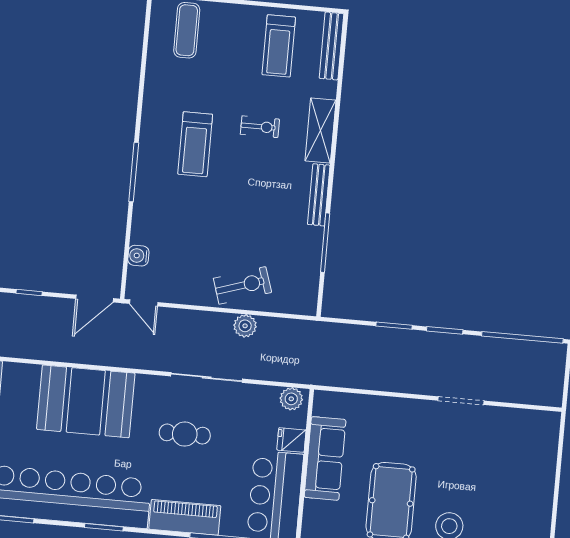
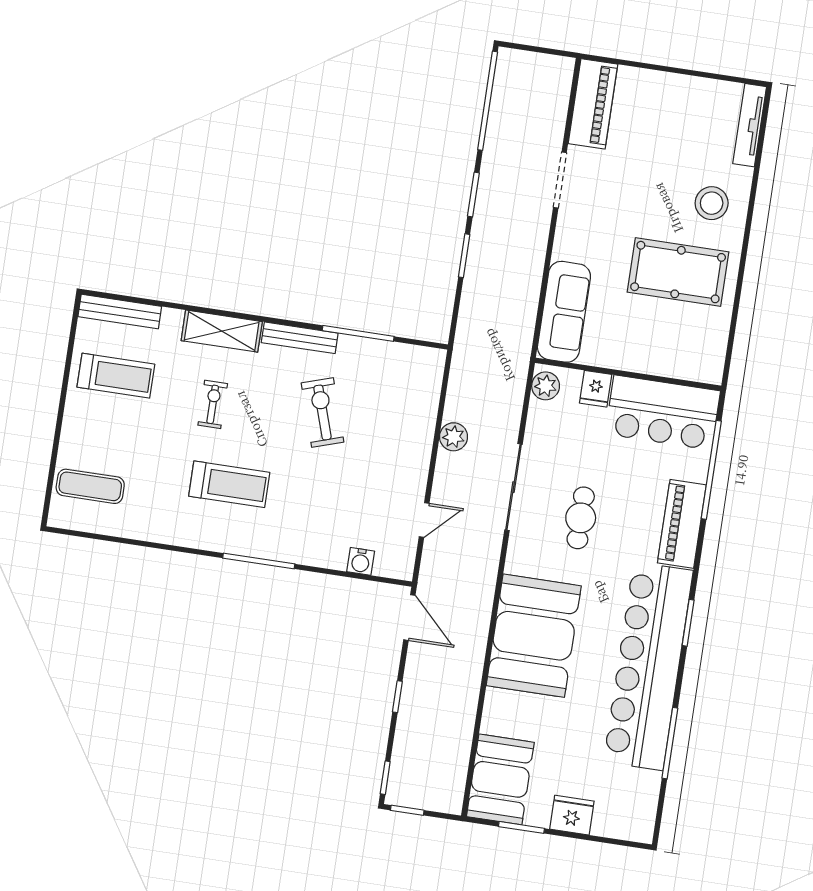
exercise bike: (242, 285) -> (322, 412), moved
door: (144, 303) -> (424, 520), moved
piano: (525, 424) -> (593, 104), added
sofa: (325, 458) -> (564, 312), moved, turned 90

